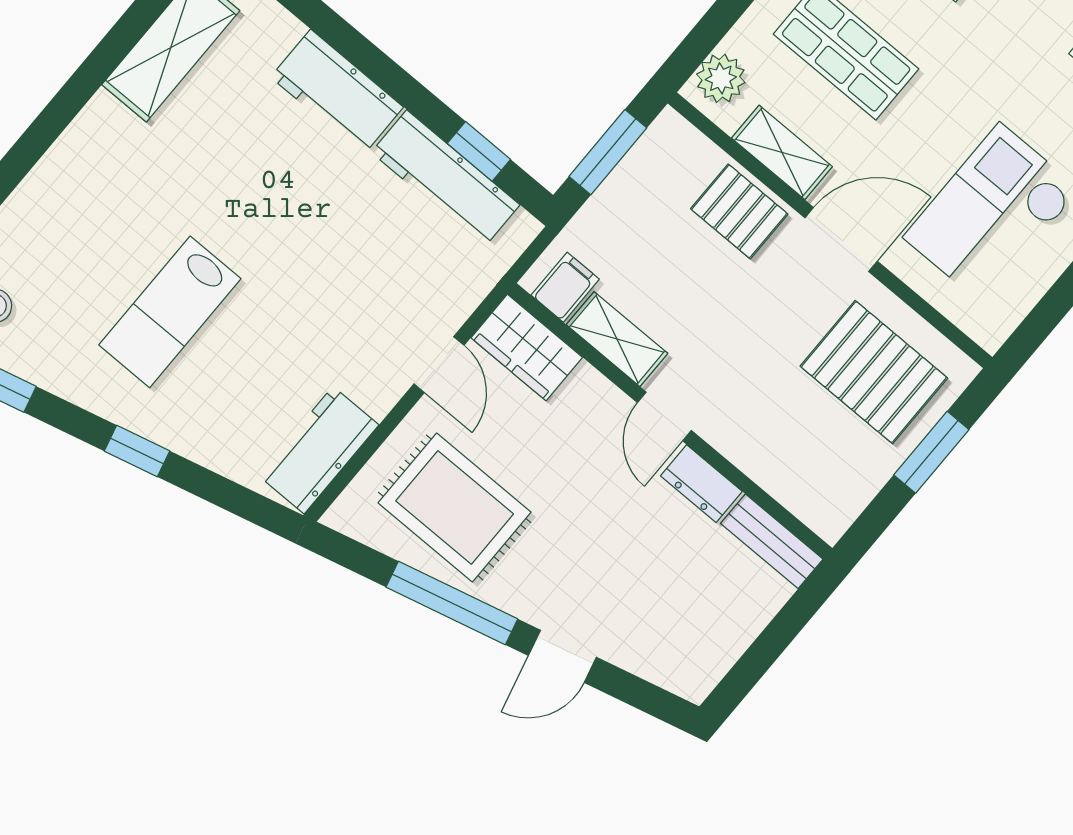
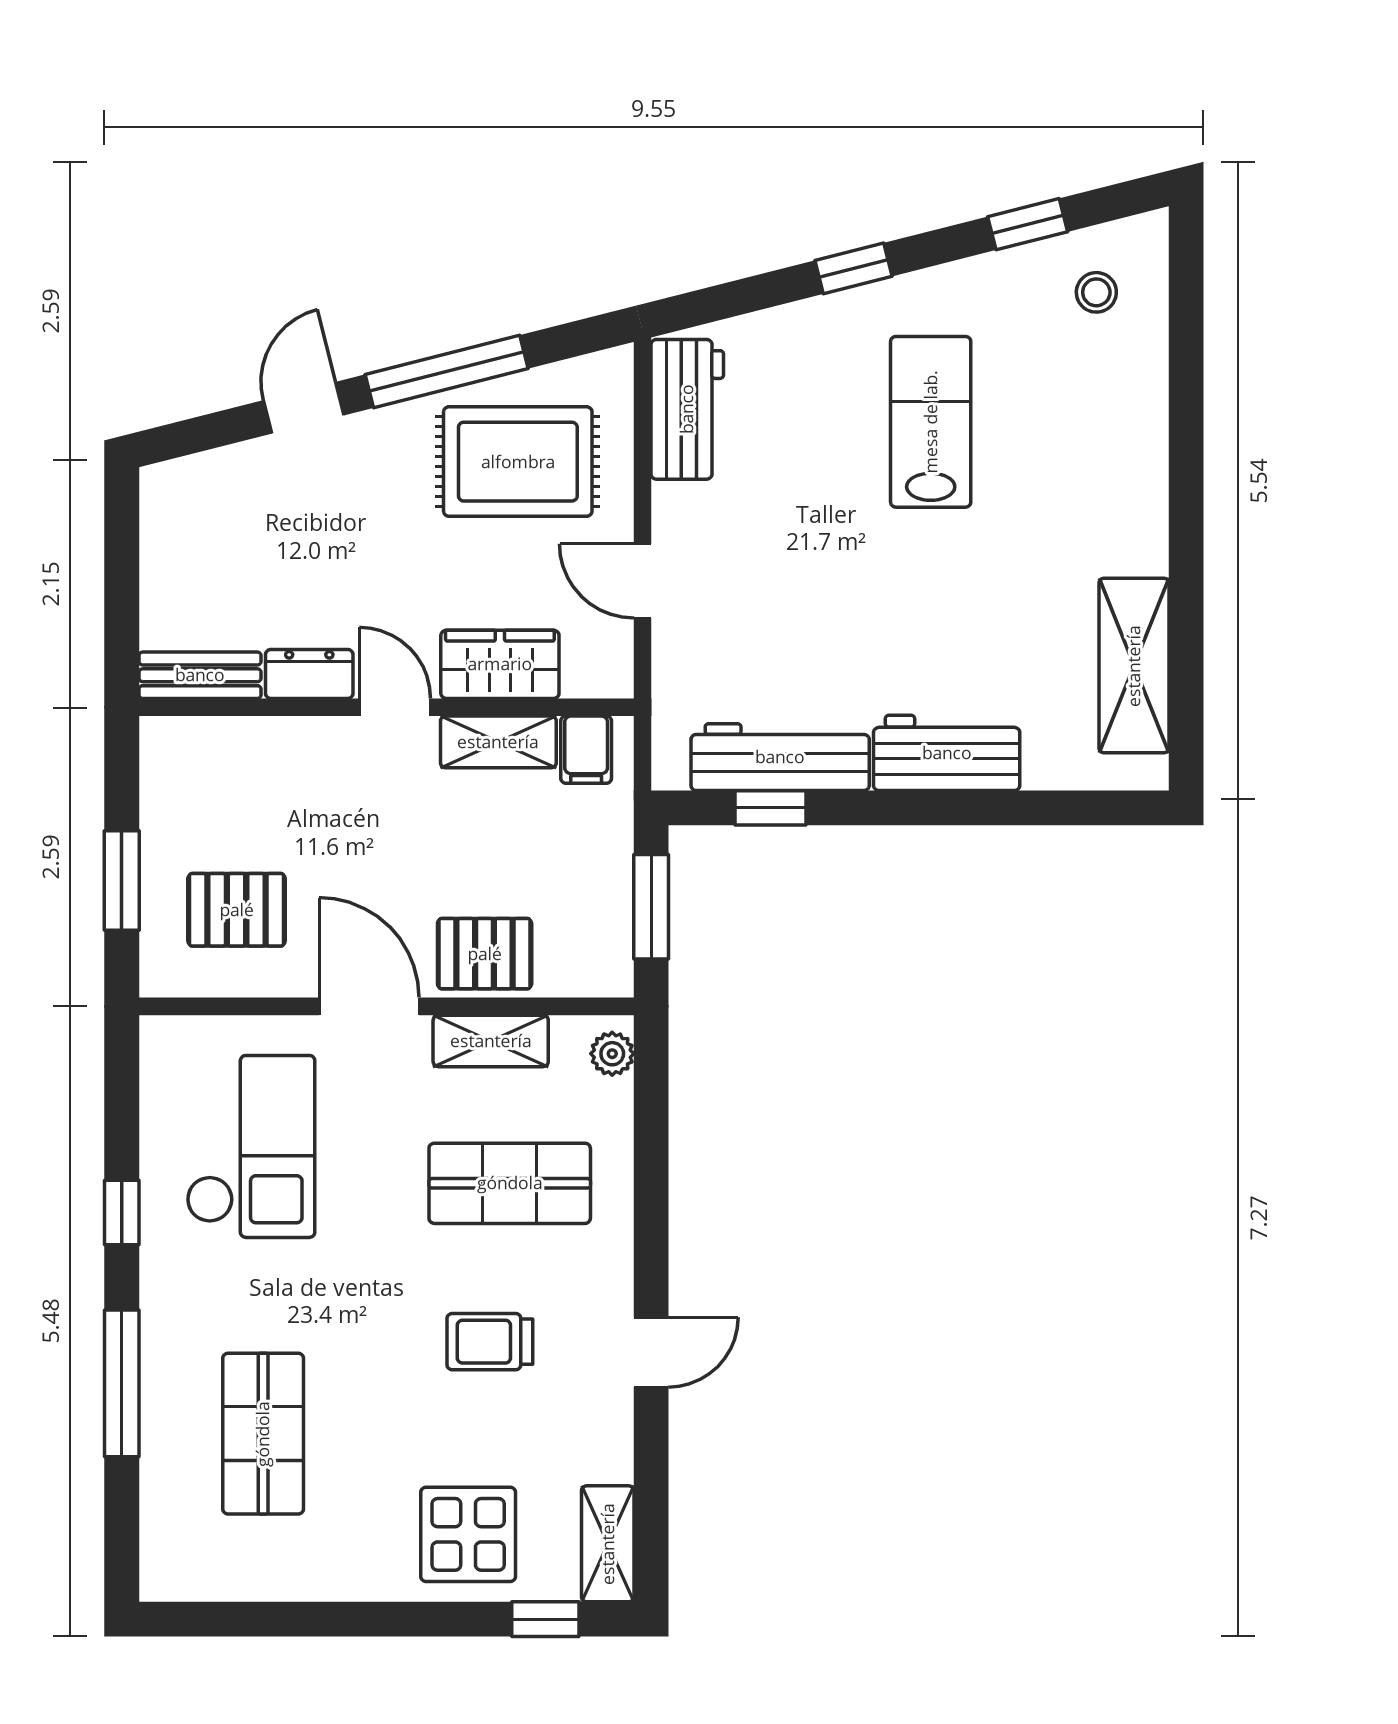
plant: (721, 78) -> (612, 1054), width x0.73, depth x0.73
door: (841, 240) -> (369, 1006), swing flipped
wardrobe: (527, 348) -> (500, 664), moved
pallet: (874, 372) -> (237, 910), width x0.67, depth x0.71

